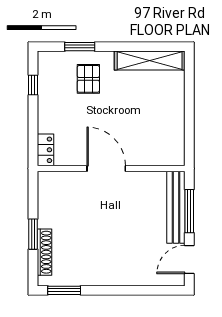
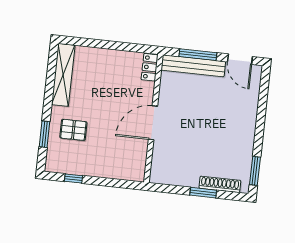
locker: (45, 150) -> (150, 67), moved, turned -90

